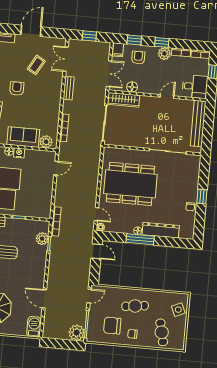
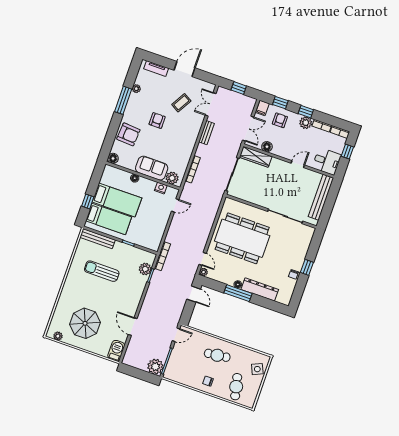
nightstand: (19, 153) -> (161, 188), moved
chair: (112, 326) -> (191, 368), removed

